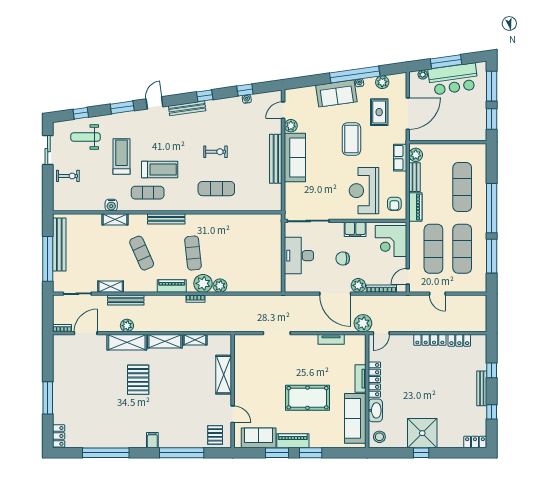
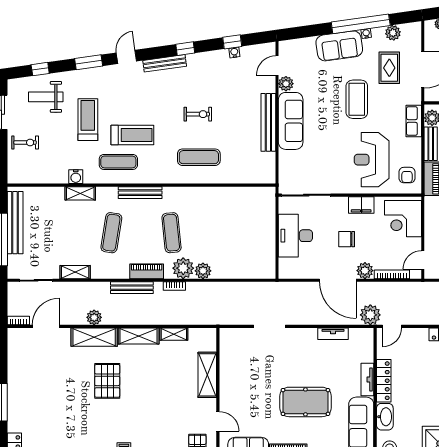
exercise mat: (142, 253) -> (111, 233), turned 33
bench: (126, 300) -> (132, 288), moved

